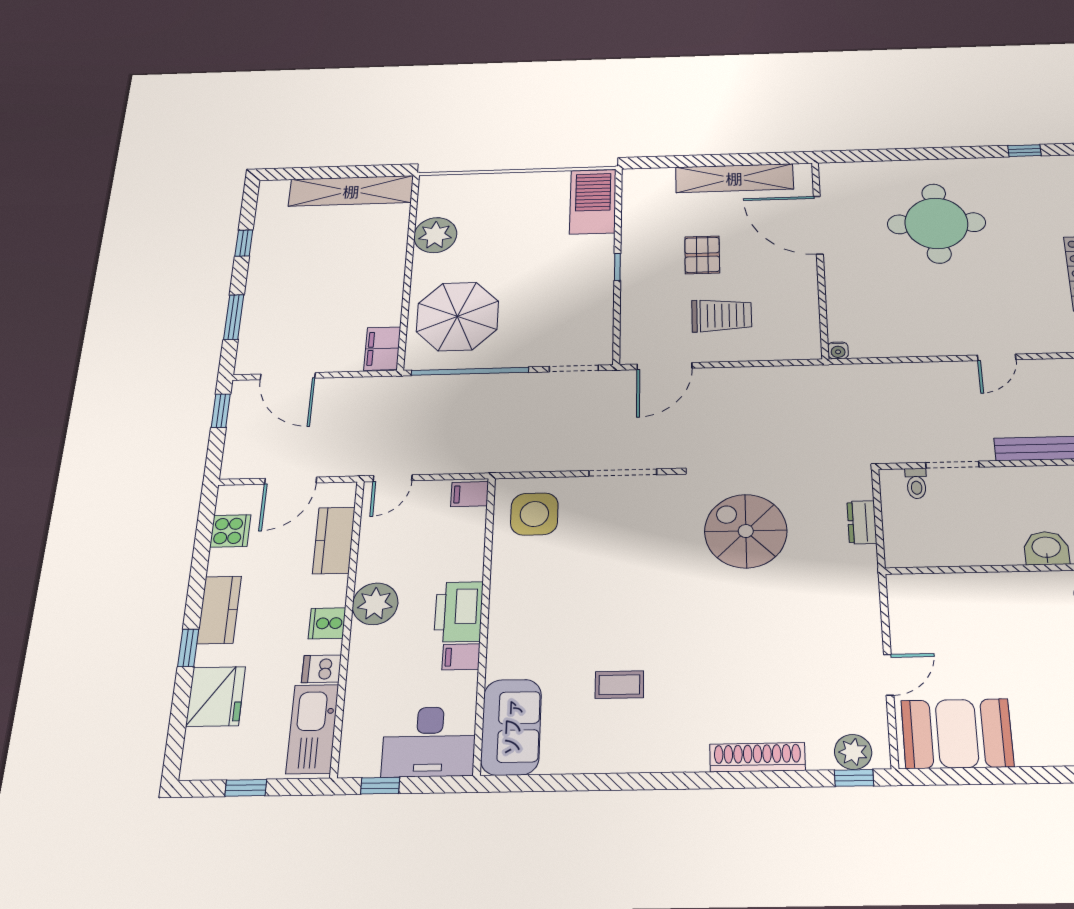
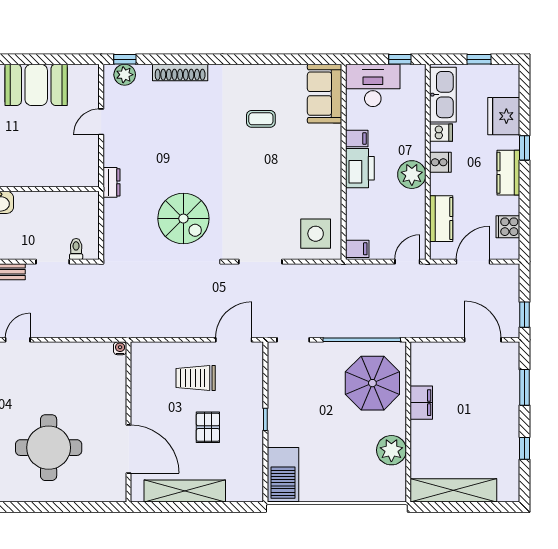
filing cabinet: (382, 349) -> (421, 403), moved
dresser: (862, 522) -> (111, 182), moved
booth: (957, 733) -> (36, 85), moved

